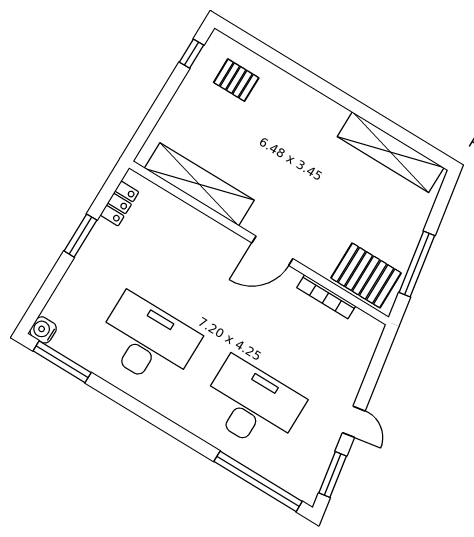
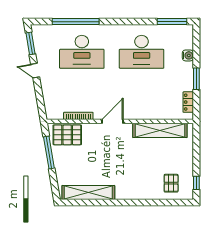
pallet: (236, 80) -> (171, 183), turned 90
water cooler: (43, 330) -> (188, 55), moved
window: (258, 481) -> (76, 22), moved

